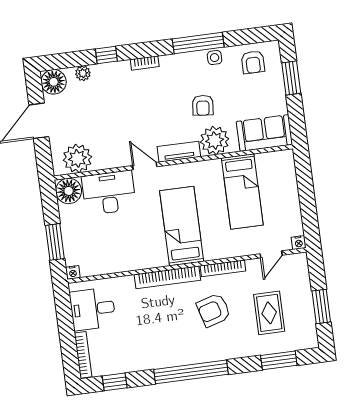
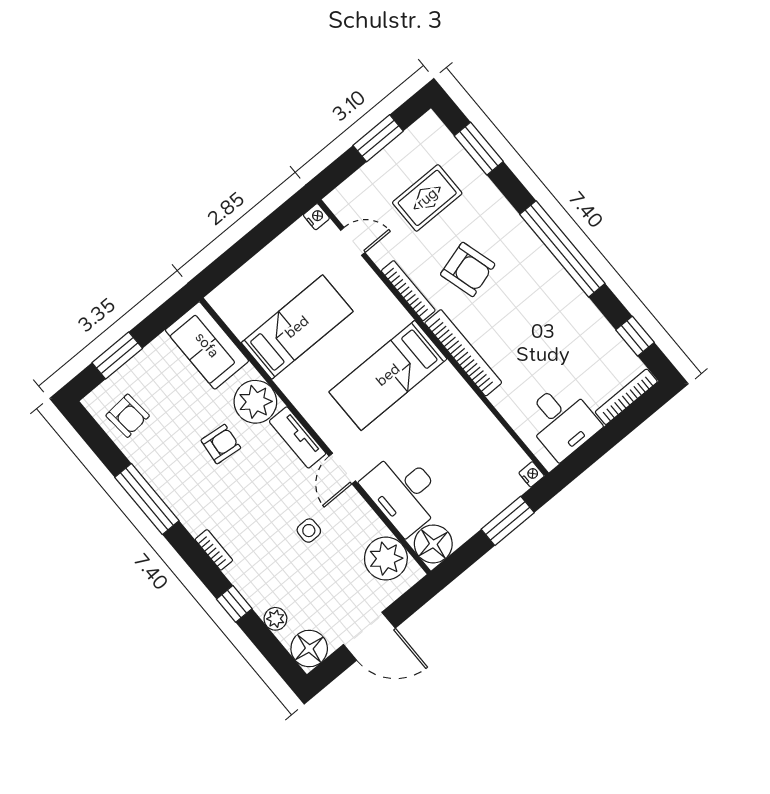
side table: (215, 58) -> (309, 531), moved
armchair: (253, 62) -> (128, 416), turned 85

